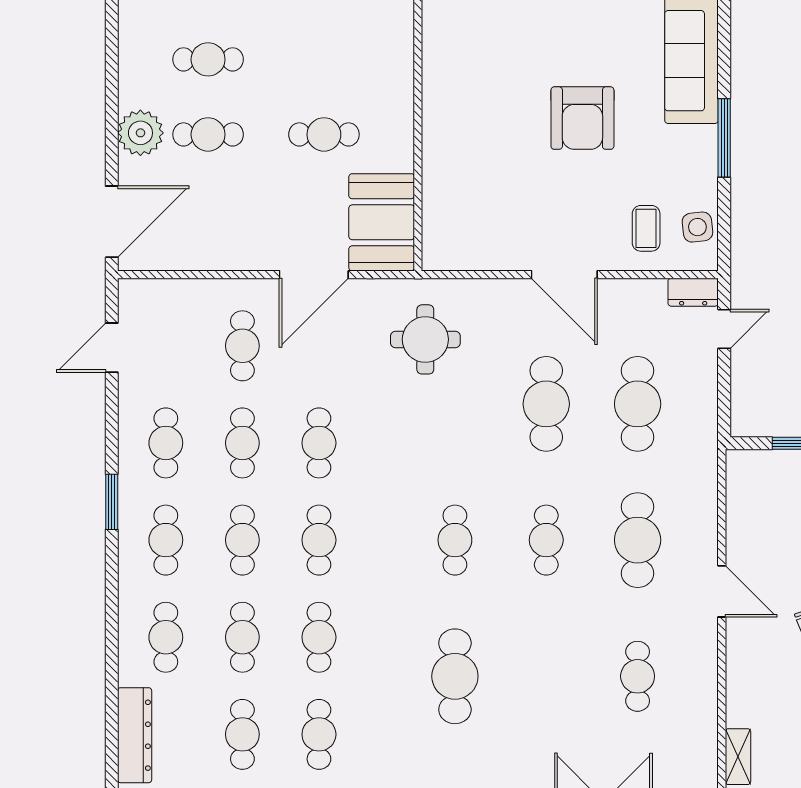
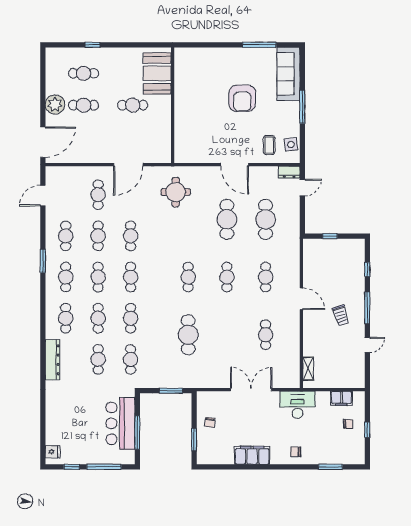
booth: (382, 222) -> (157, 73), moved
cafe table: (638, 540) -> (266, 277), width x0.73, depth x0.74

